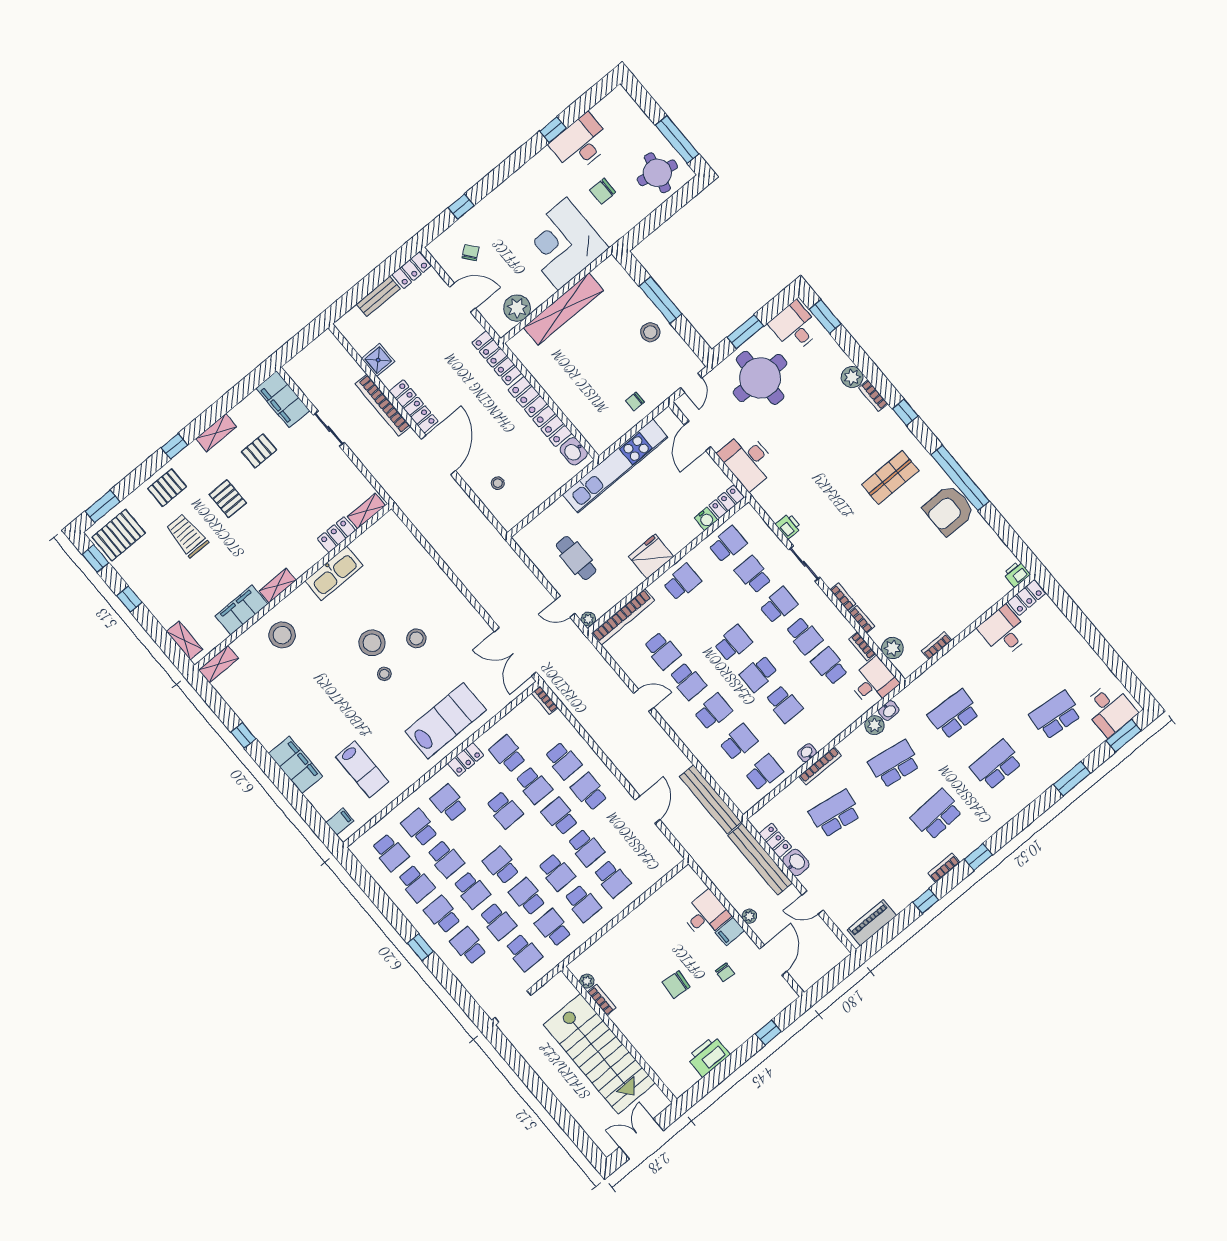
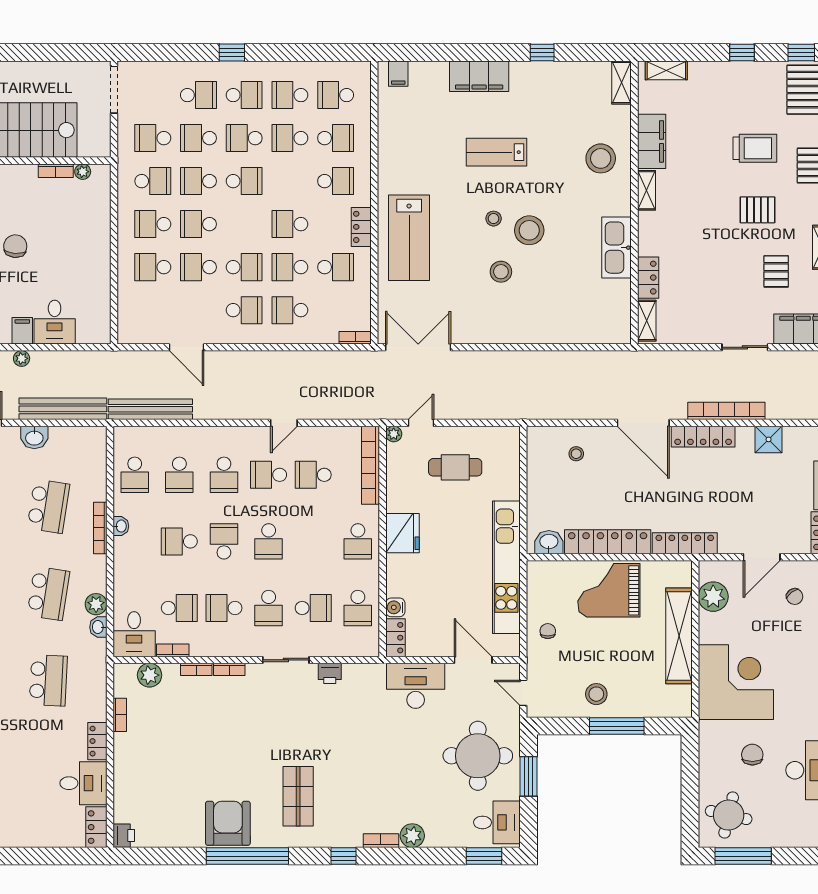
grand piano: (572, 383) -> (609, 590), added
lab bench: (362, 769) -> (496, 152), moved
locker: (775, 840) -> (97, 741), moved, turned 90
school desk: (527, 897) -> (198, 181), turned 180

